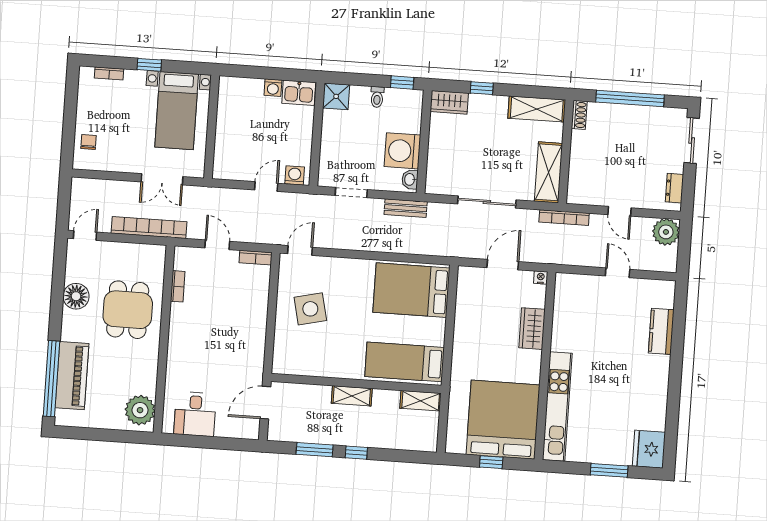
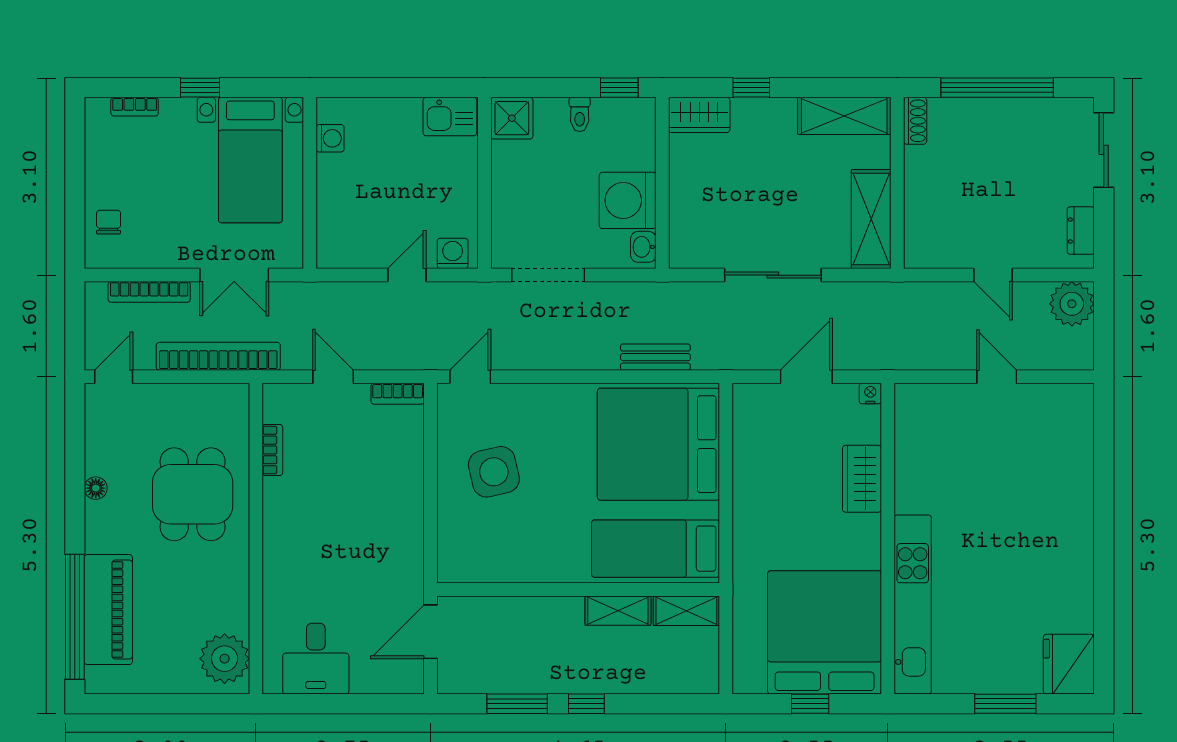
washing machine: (273, 88) -> (330, 138), moved, turned -90
doorway: (351, 192) -> (548, 275), width x1.38
bench: (406, 208) -> (655, 357), moved
bookcase: (564, 218) -> (149, 292), moved
bed: (411, 290) -> (658, 444), width x1.36
floor lamp: (76, 296) -> (96, 488), width x0.53, depth x0.53
kitchen counter: (661, 331) -> (1076, 468), removed
shelving: (352, 396) -> (618, 611), moved

